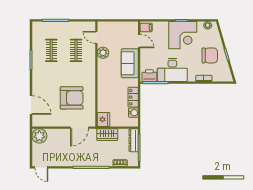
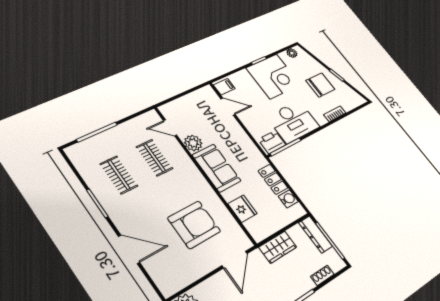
sofa: (130, 63) -> (216, 168), moved, turned 180
door: (31, 105) -> (129, 249), moved
fridge: (103, 119) -> (242, 209), moved

